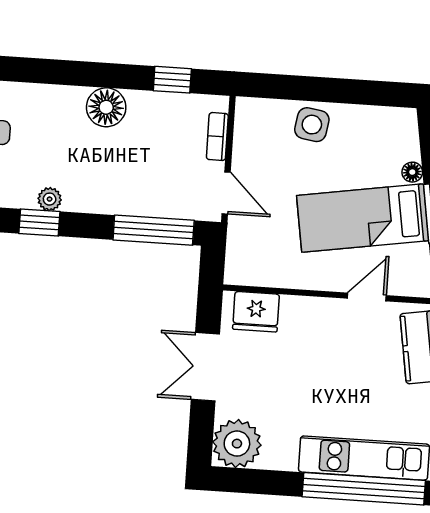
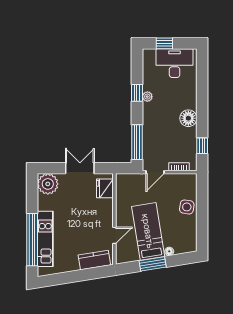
door: (367, 297) -> (114, 235), hinge flipped

